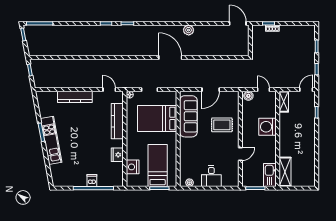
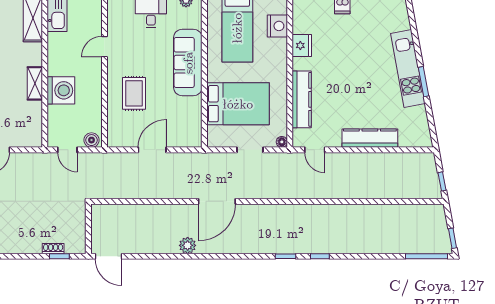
door: (170, 58) -> (217, 201), hinge flipped
shelving: (284, 102) -> (35, 83), moved
sofa: (188, 116) -> (188, 63), moved
rug: (222, 125) -> (134, 93), turned 90

